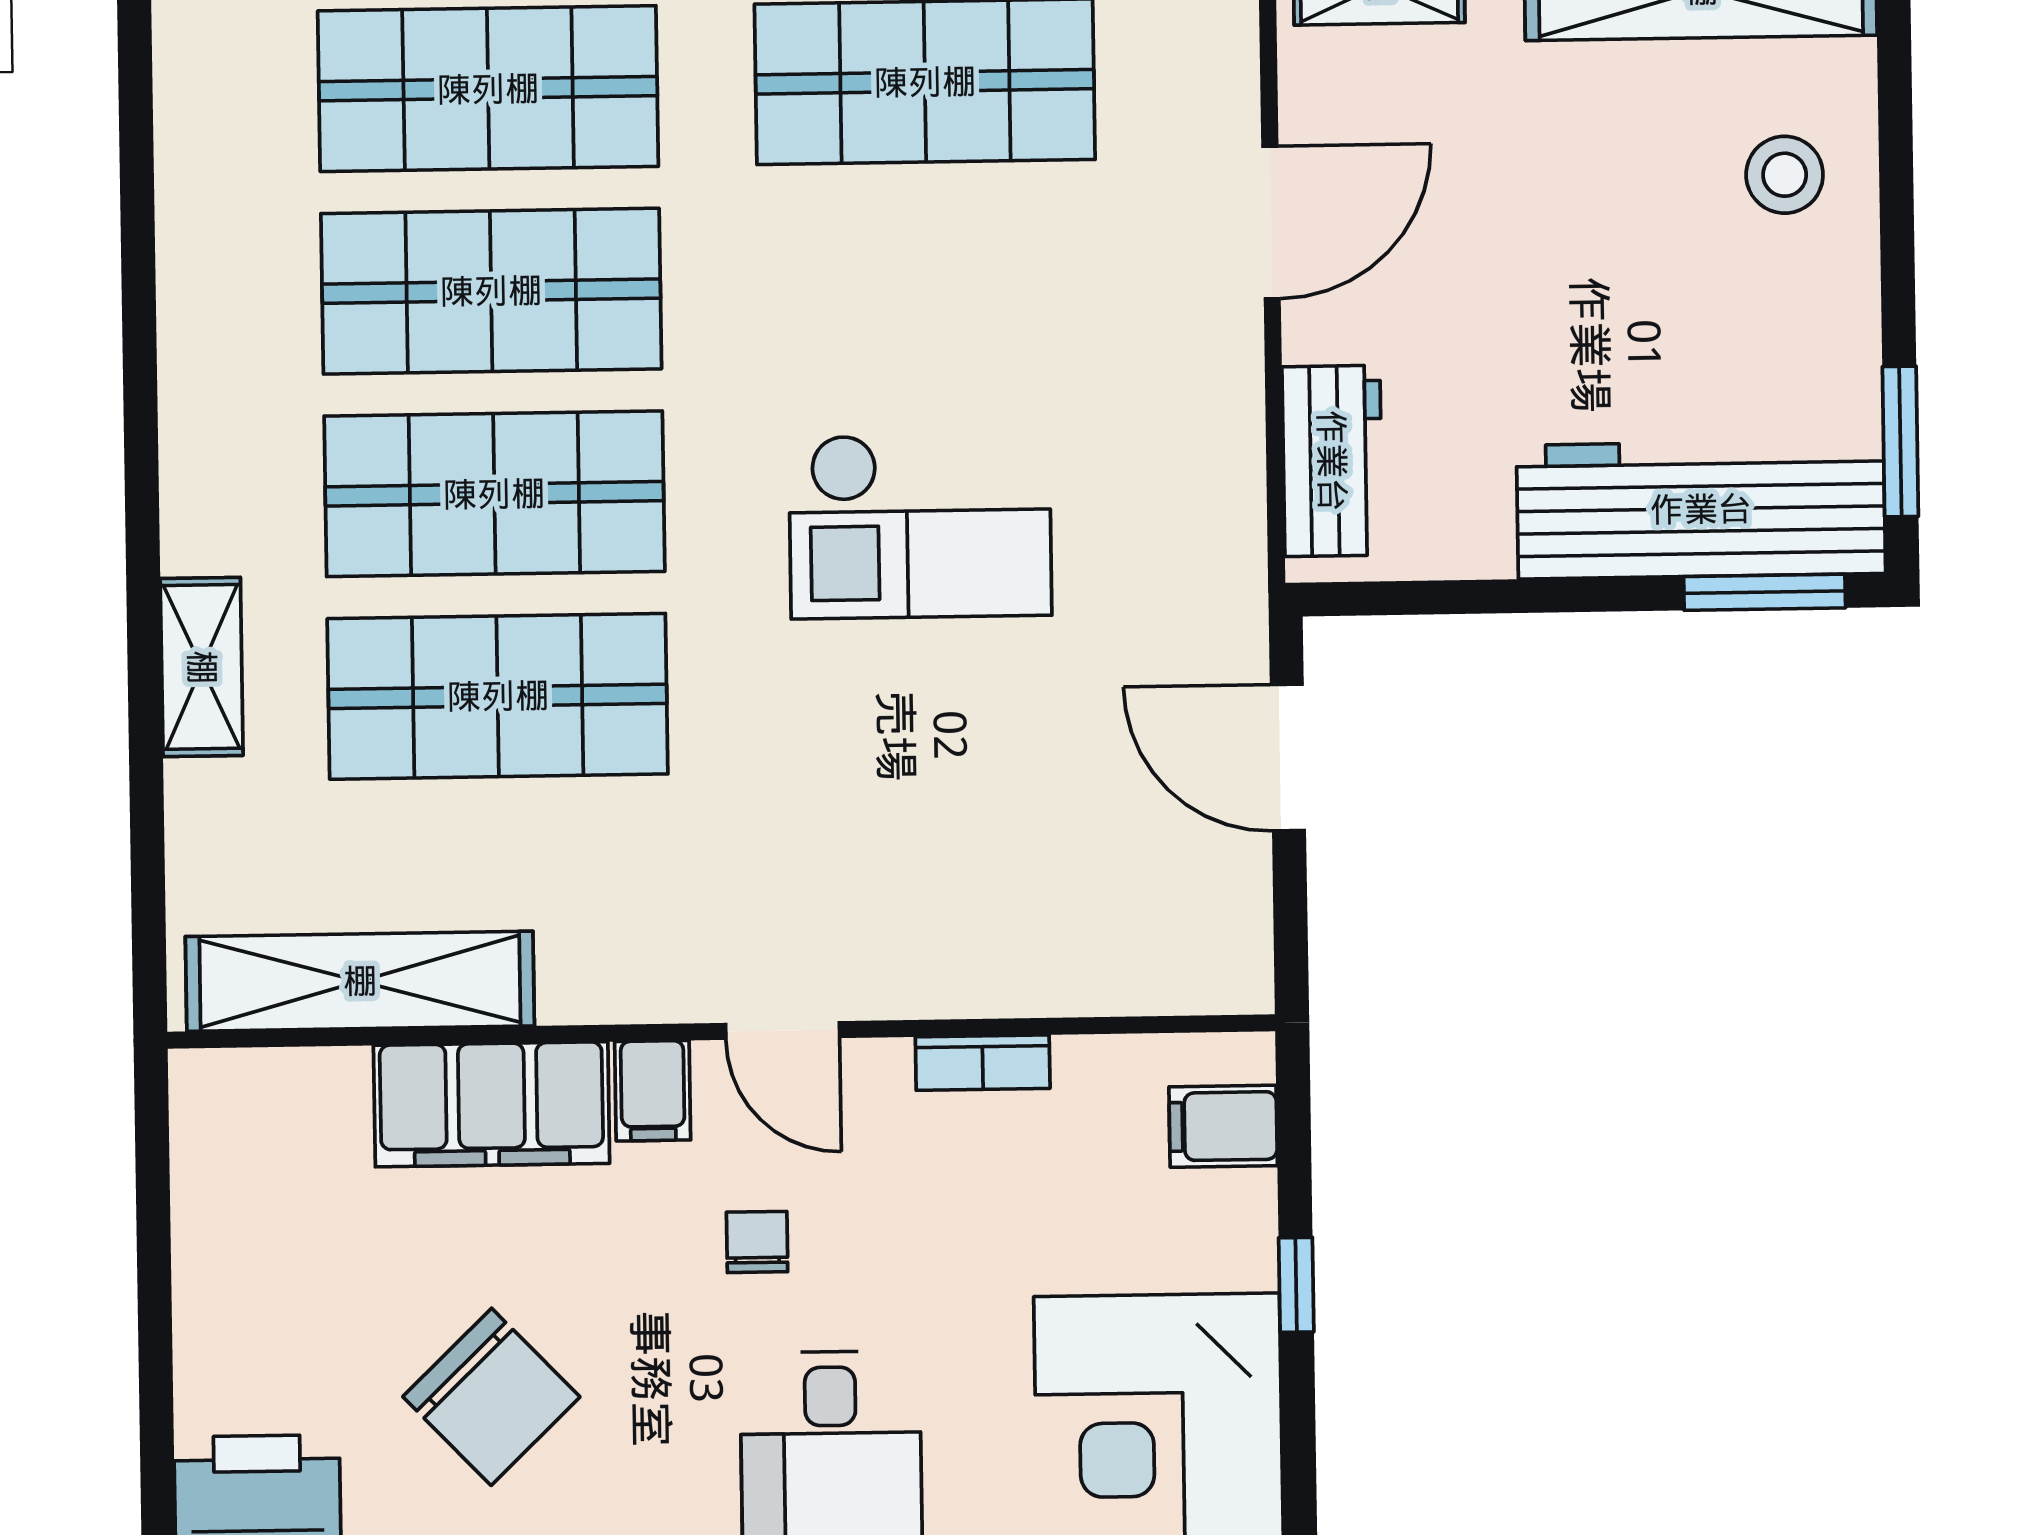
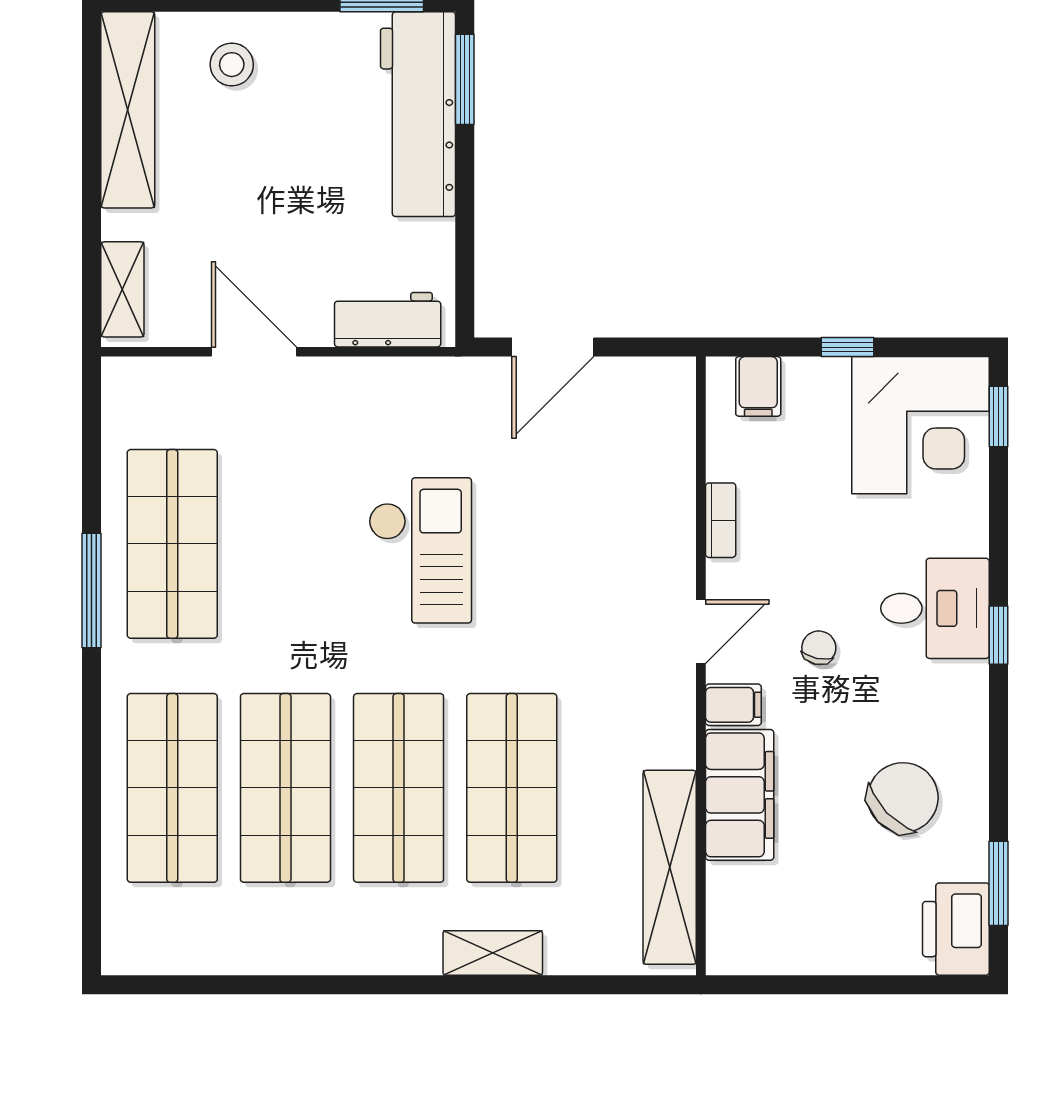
chair: (757, 1242) -> (819, 648), turned 102

